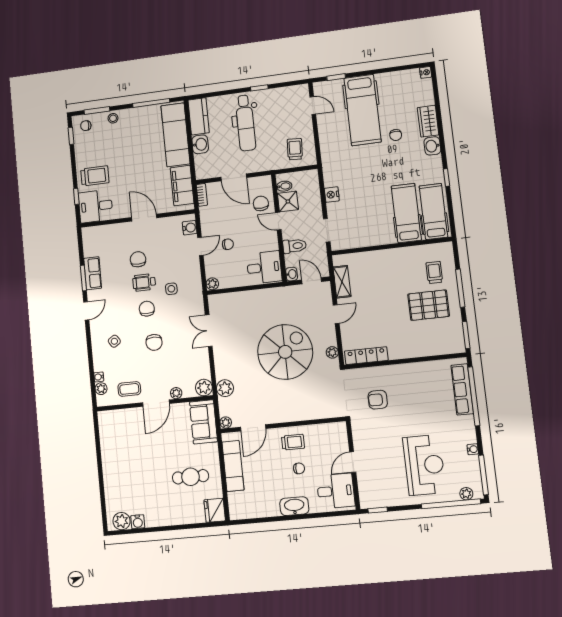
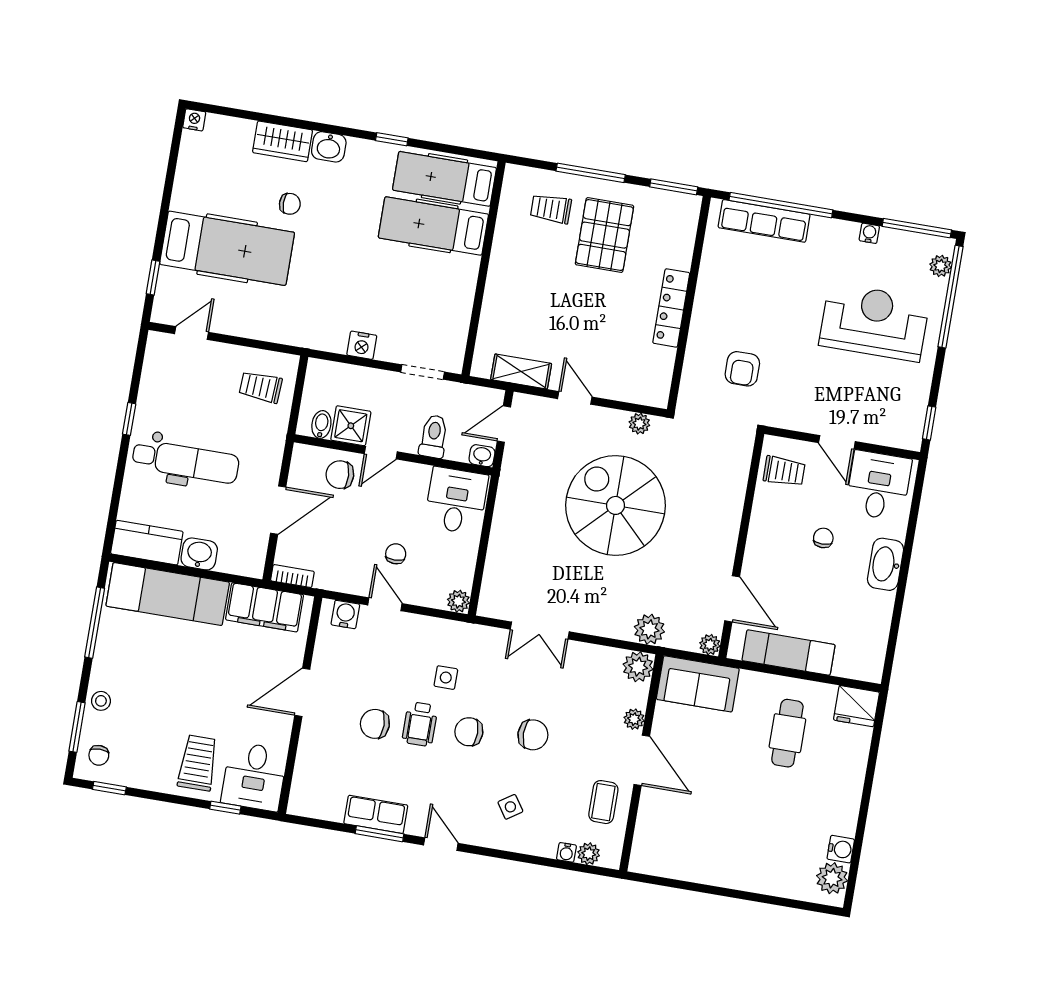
locker: (366, 356) -> (671, 308), moved
trolley: (293, 442) -> (784, 471), moved, turned 90

